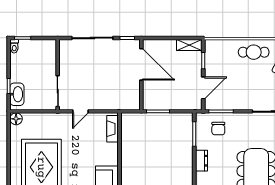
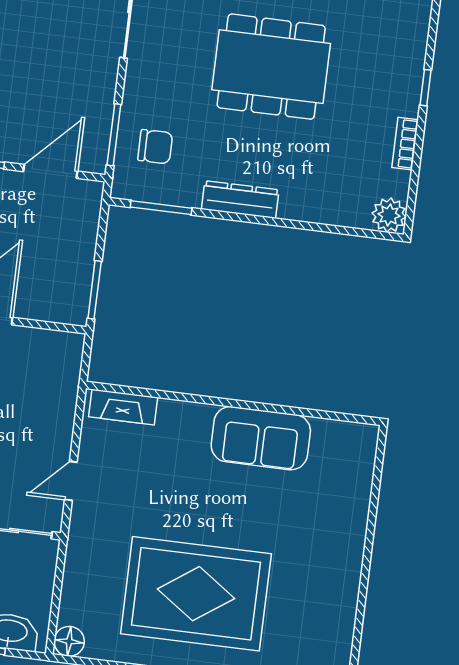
door: (203, 88) -> (50, 171), hinge flipped
door: (80, 111) -> (71, 481), swing flipped
dresser: (201, 161) -> (240, 200), width x1.44

